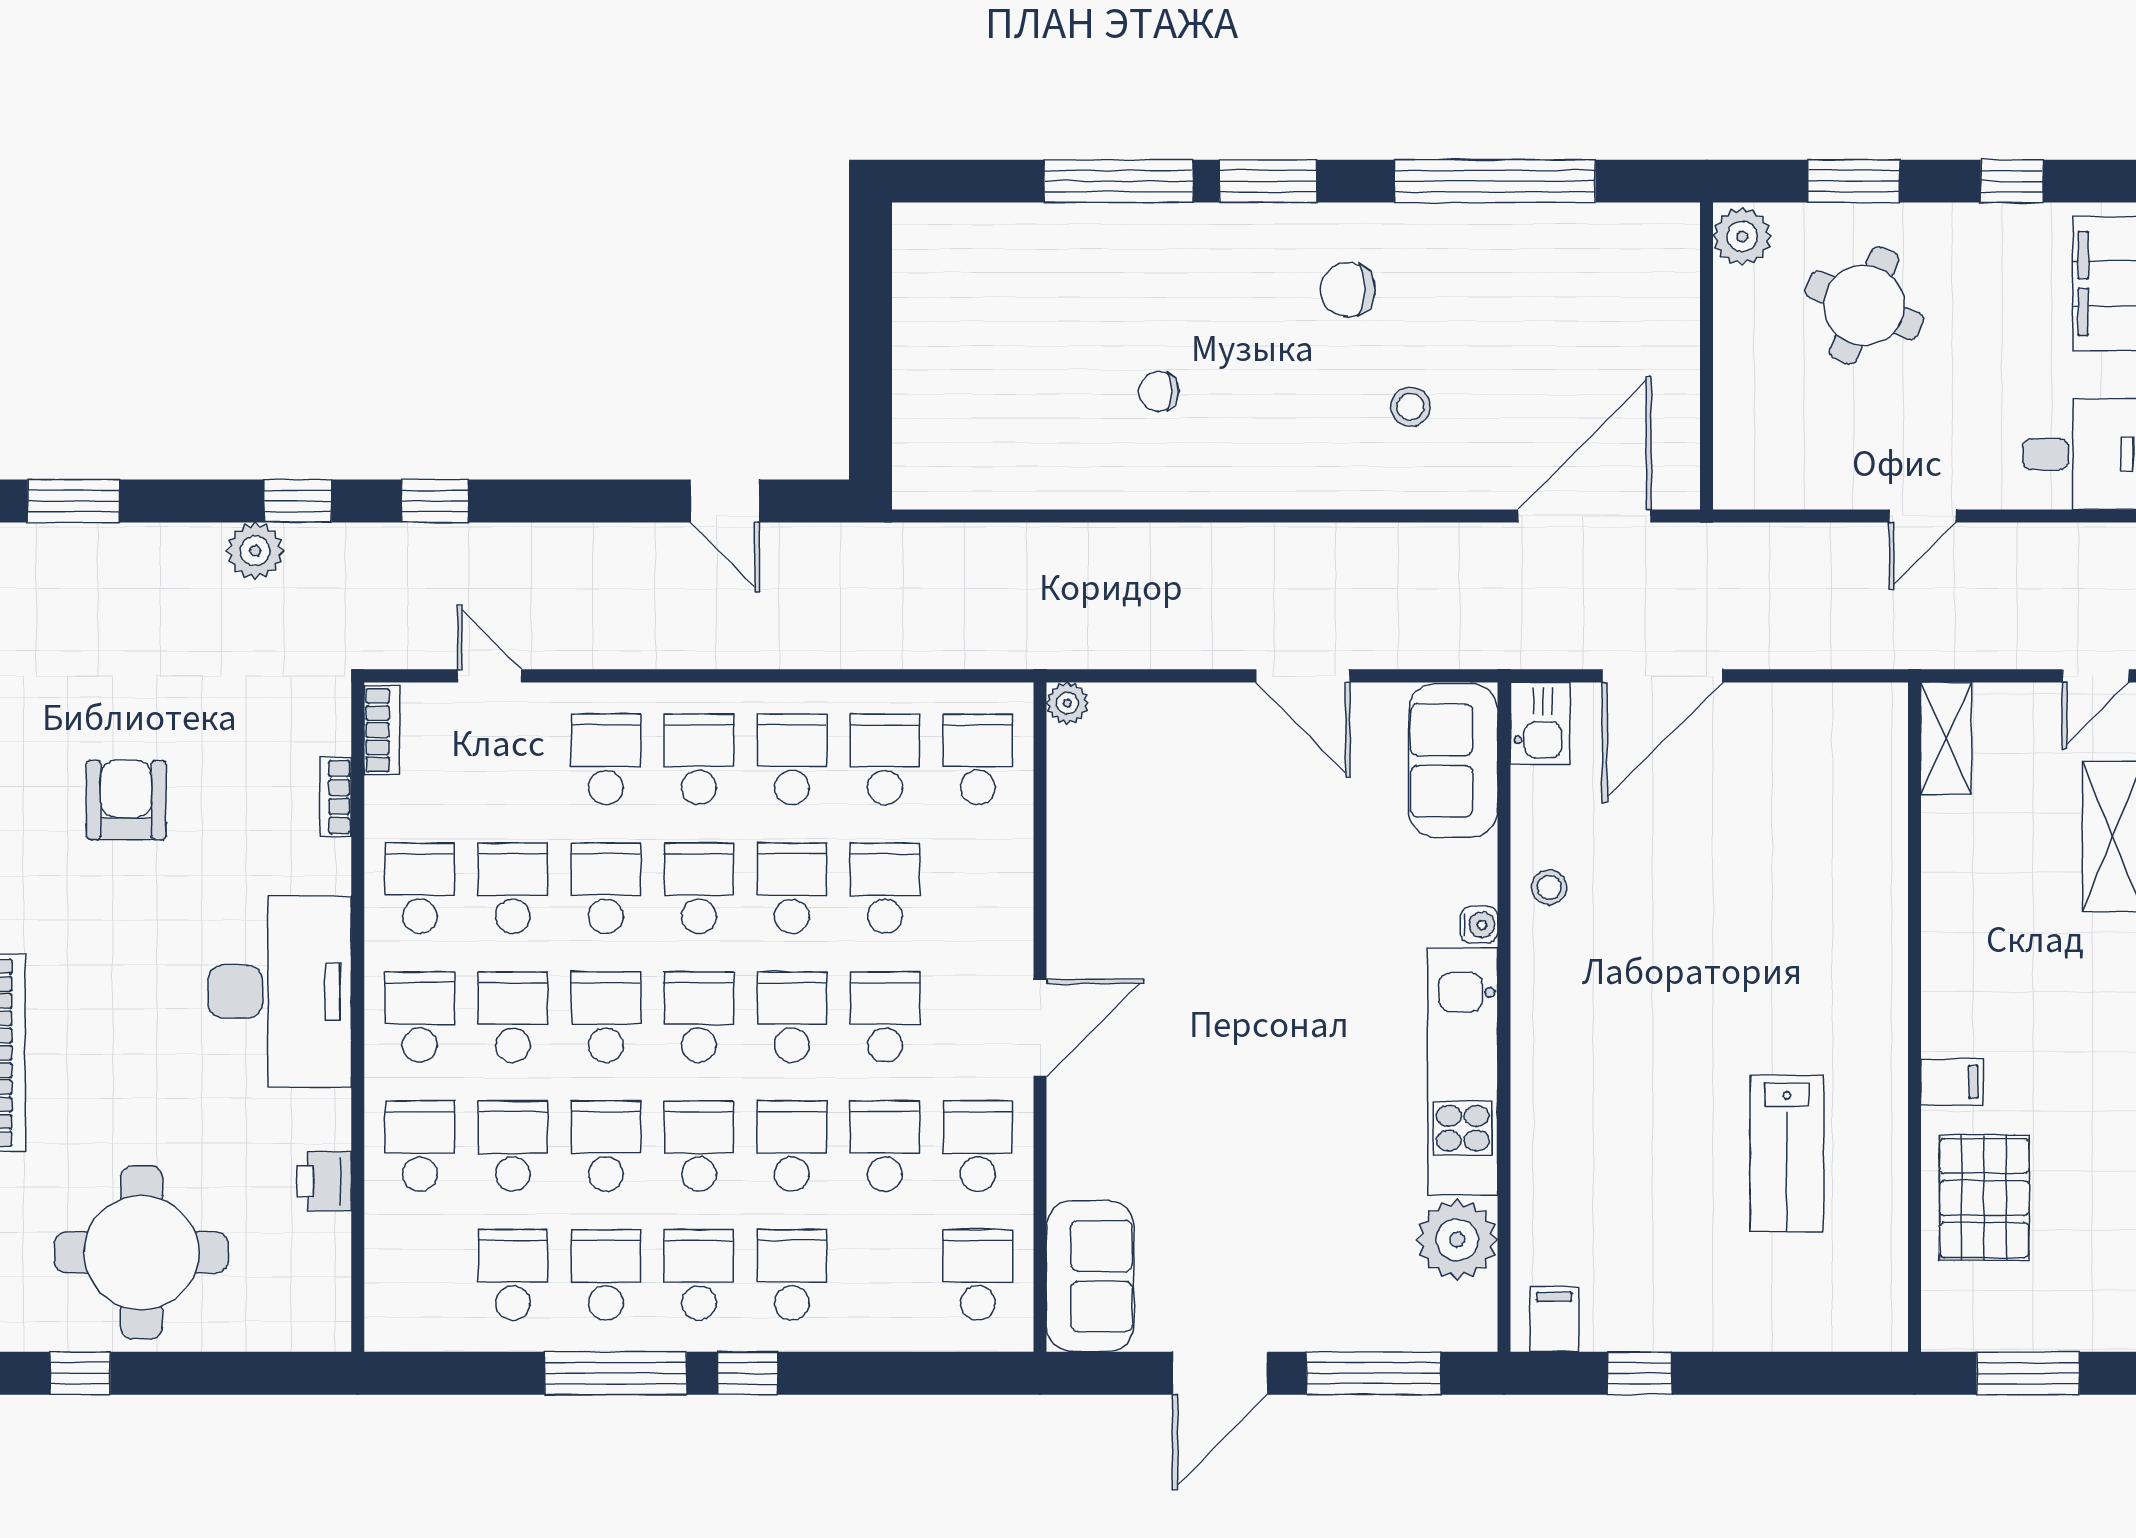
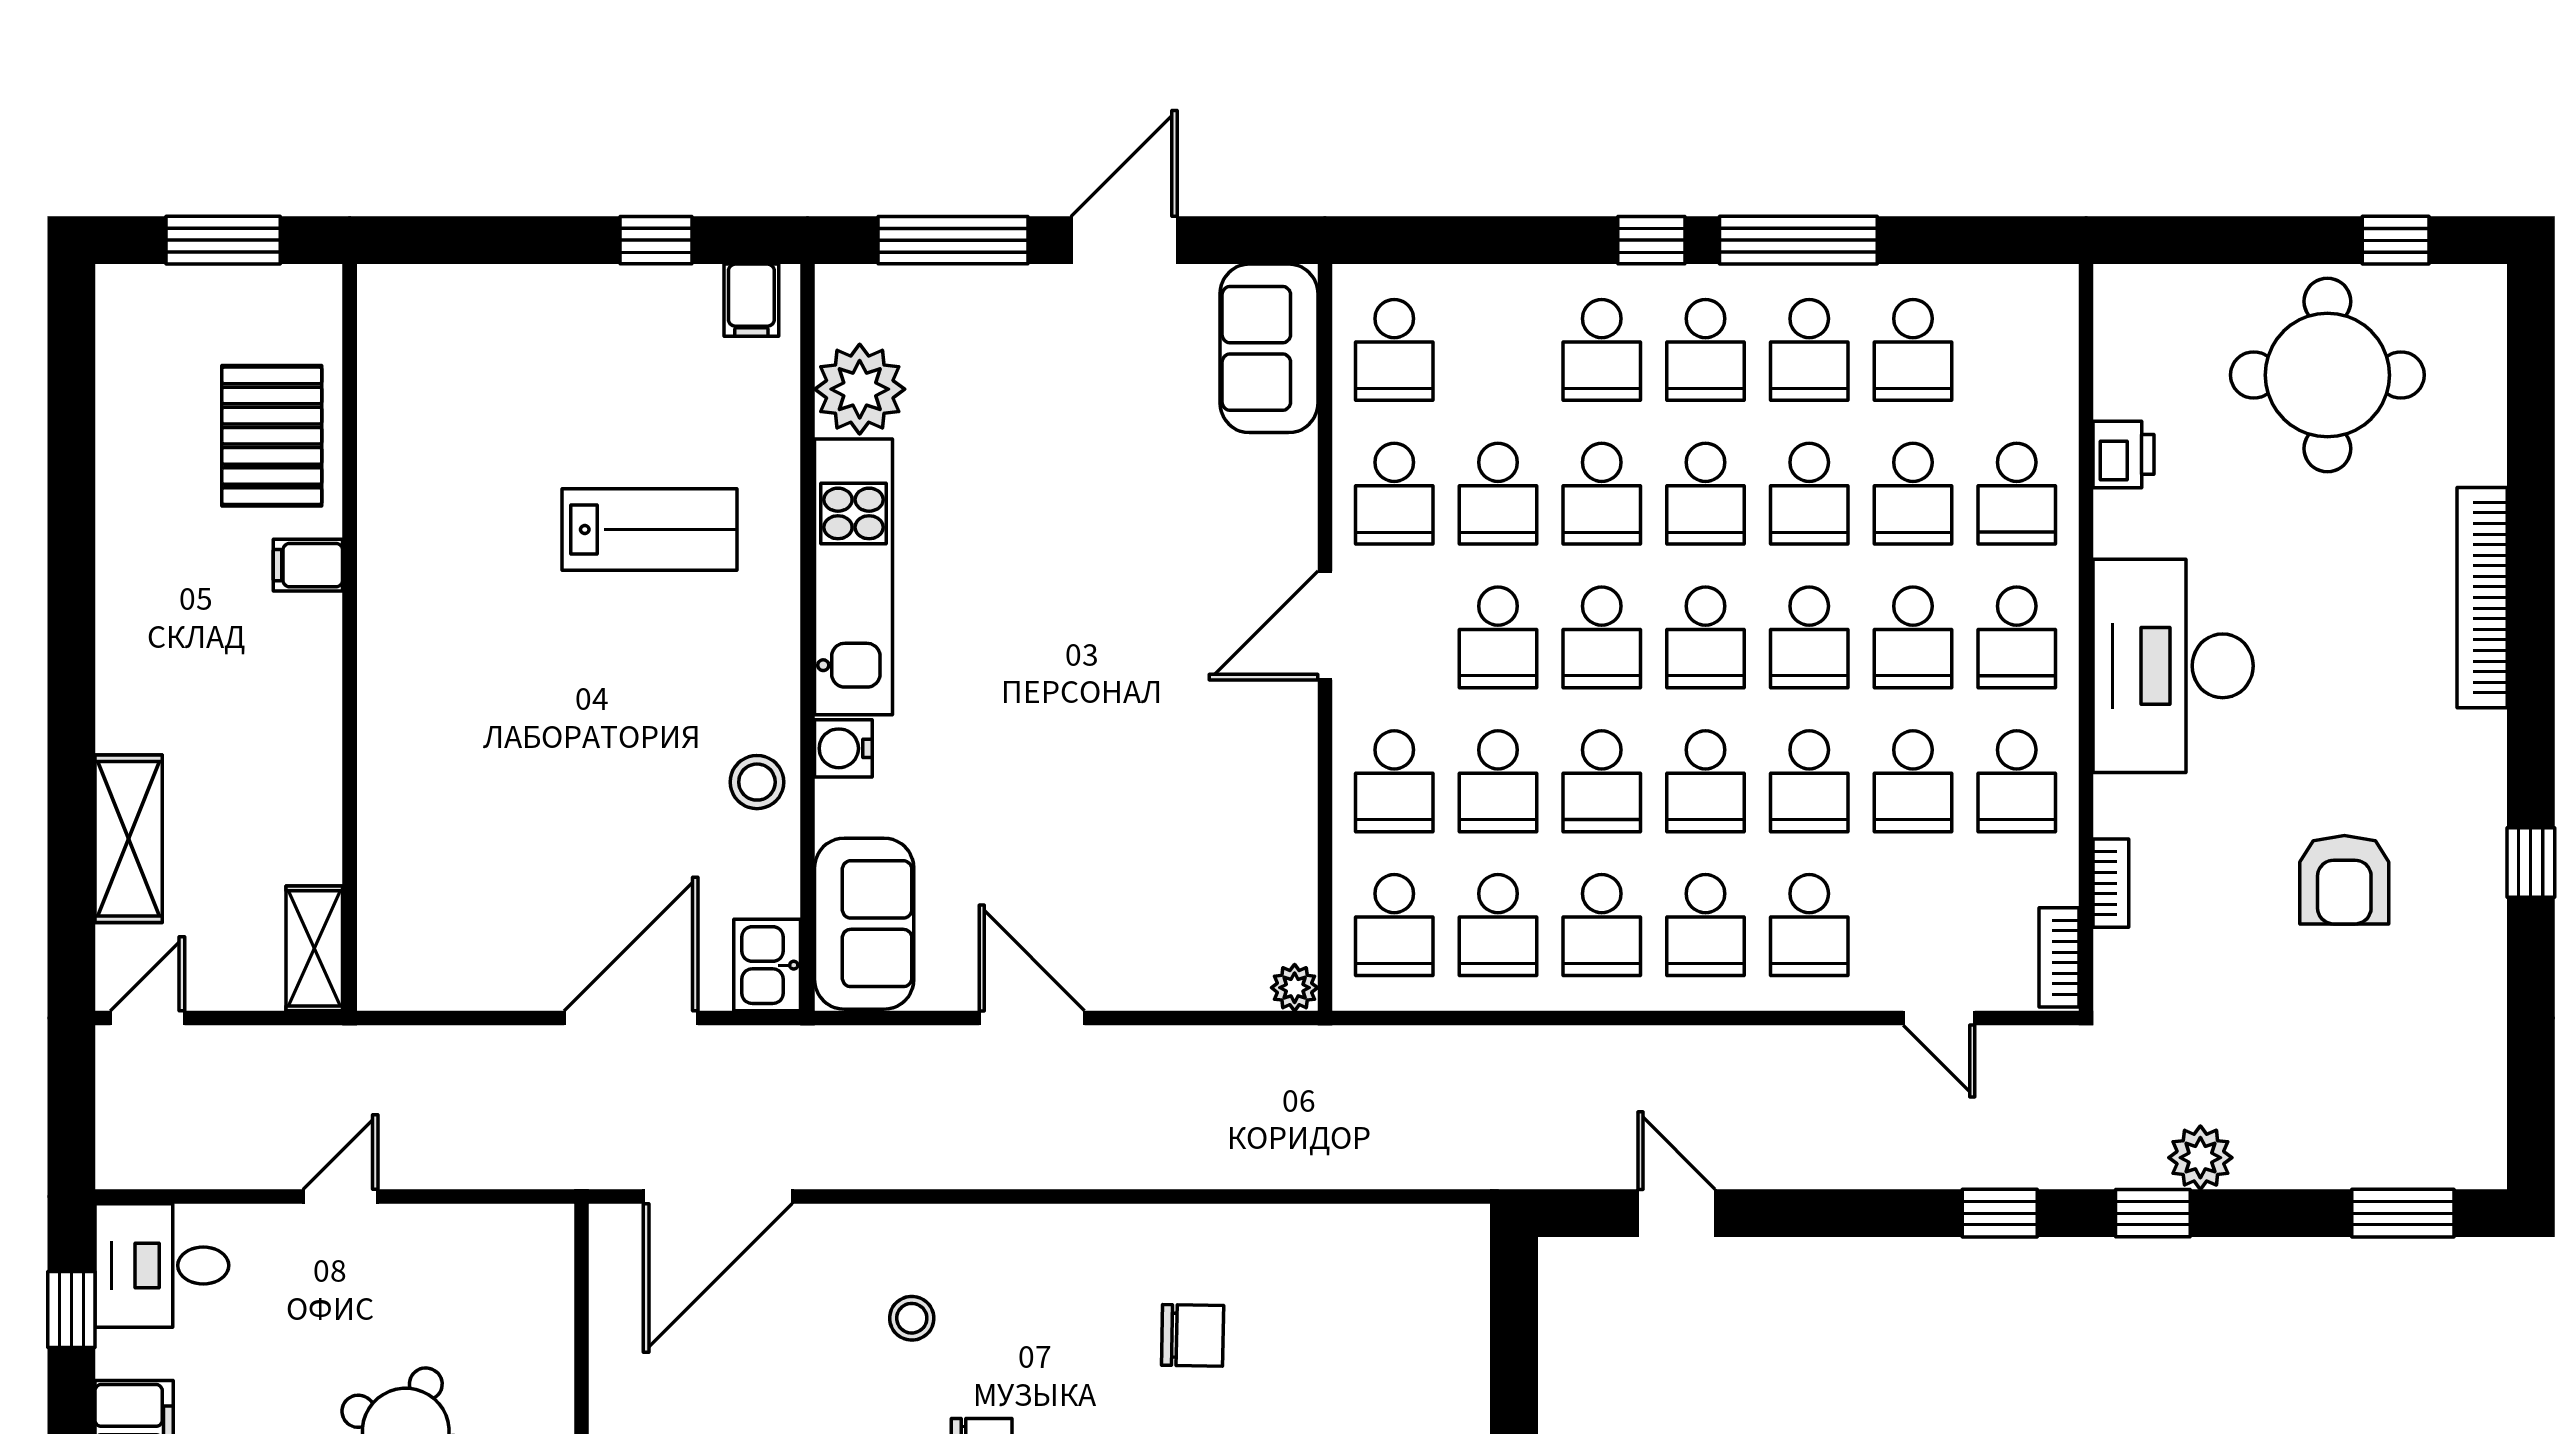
chair: (1159, 391) -> (1193, 1335), width x1.37, depth x1.37
stool: (1549, 887) -> (757, 782), width x1.37, depth x1.37
school desk: (978, 888) -> (1394, 781), added
water cooler: (1479, 925) -> (843, 748), width x1.38, depth x1.38
lab bench: (1787, 1153) -> (649, 530), moved, turned 90

